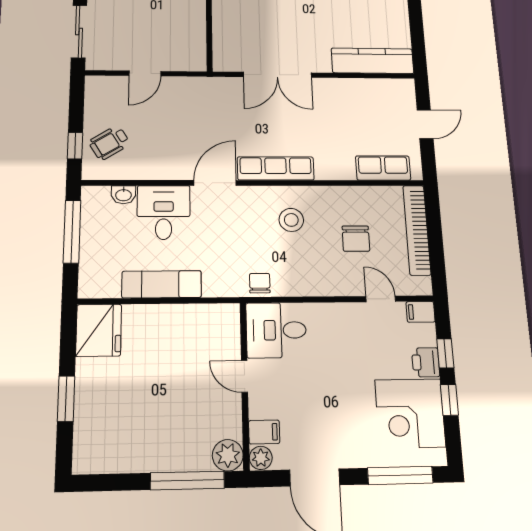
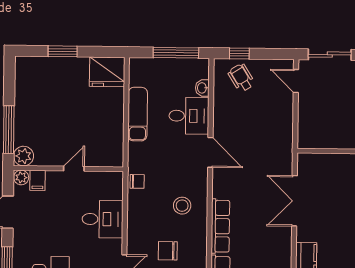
door: (145, 73) -> (296, 81), moved
row of seats: (276, 168) -> (220, 226), moved
desk: (276, 330) -> (103, 219), moved, turned 90

